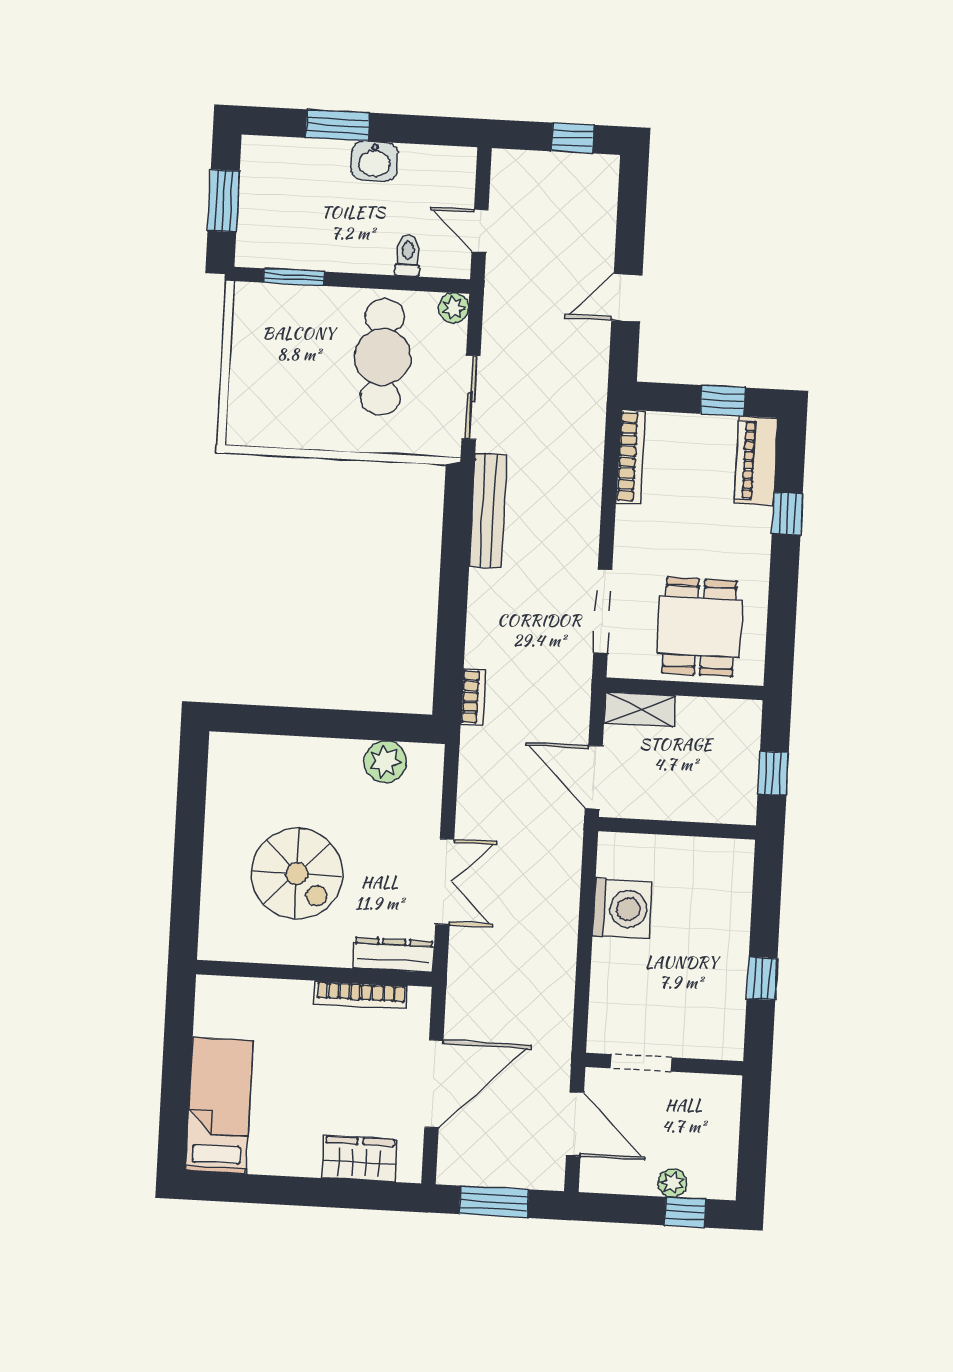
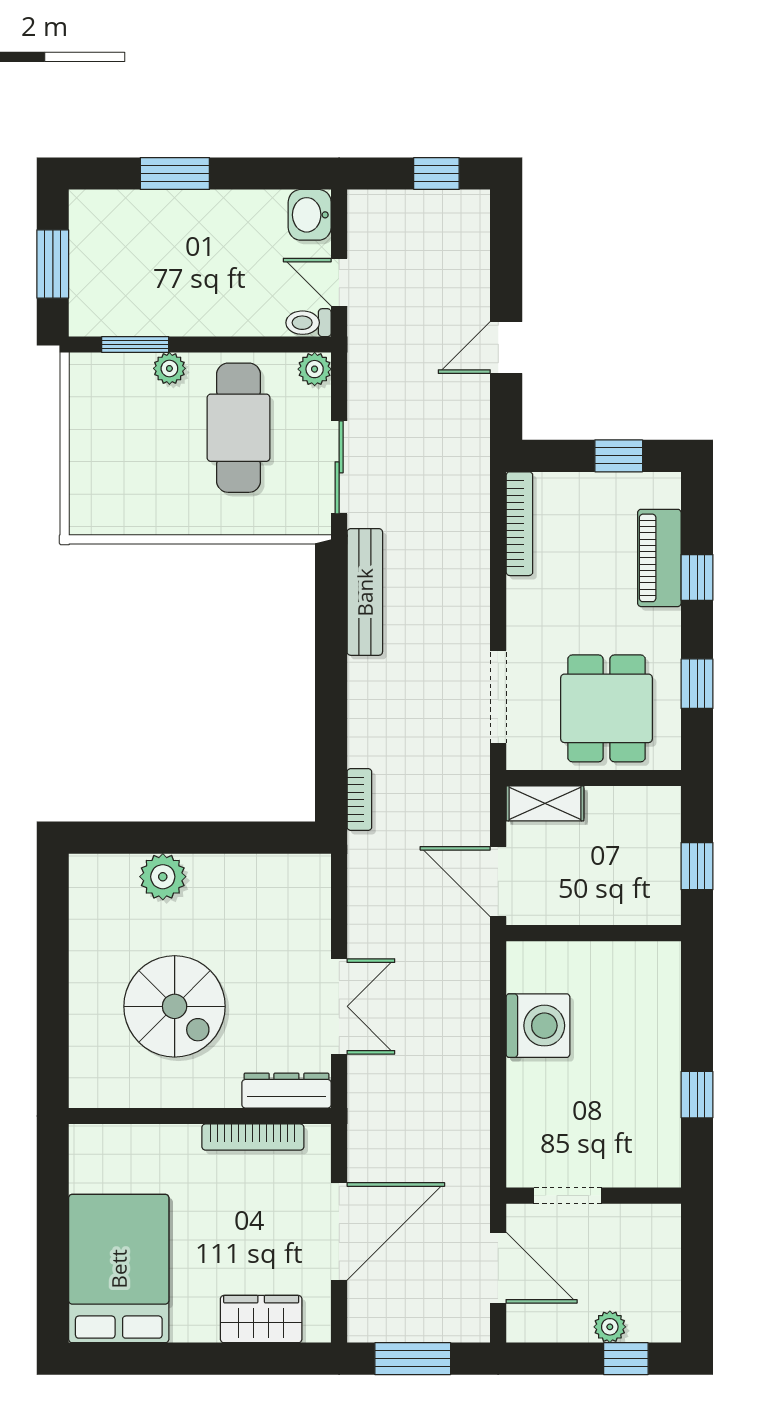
washbasin: (374, 161) -> (310, 215), moved, turned 90
toilet: (408, 256) -> (308, 323), moved, turned -90
plant: (323, 300) -> (169, 368), added
piano: (756, 461) -> (659, 558), moved
window: (782, 609) -> (697, 684), added
plant: (385, 762) -> (163, 877), moved
bed: (219, 1106) -> (119, 1269), width x1.50

